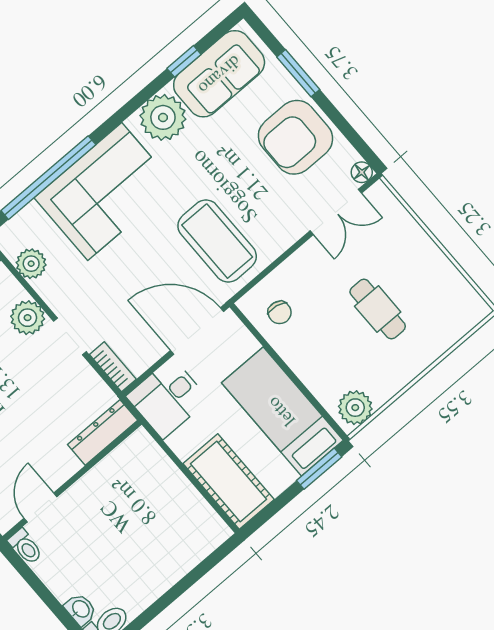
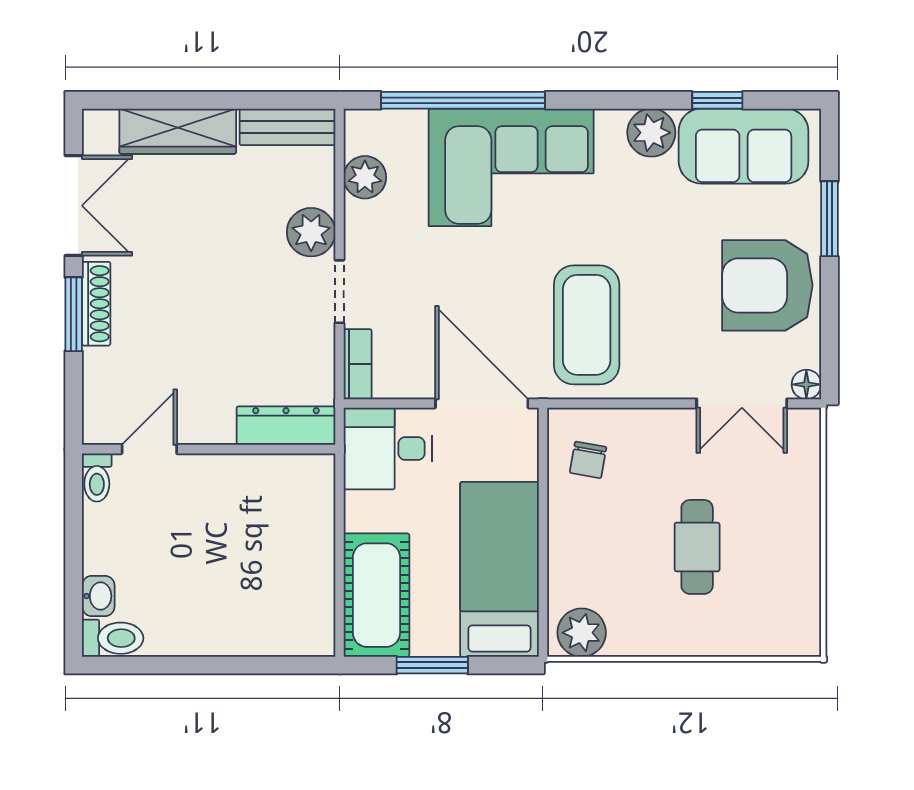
plant: (163, 117) -> (651, 133), width x0.73, depth x0.73
window: (319, 469) -> (432, 665), moved

